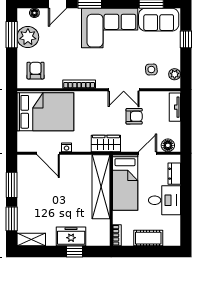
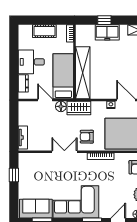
window: (186, 39) -> (14, 175), moved
side table: (151, 69) -> (42, 168), removed
plant: (175, 74) -> (23, 164), removed
armchair: (134, 116) -> (87, 137), moved
floor lamp: (168, 145) -> (61, 106), moved
door: (147, 153) -> (45, 100), swing flipped

